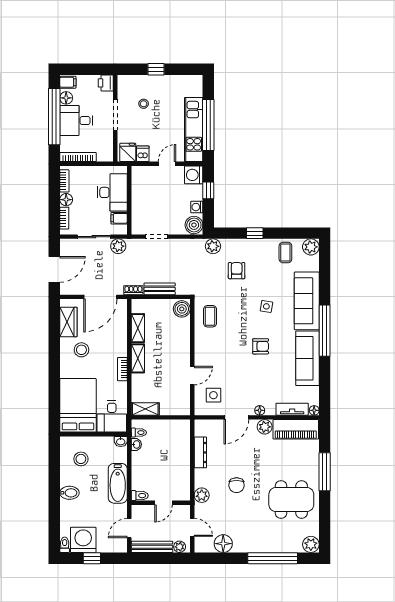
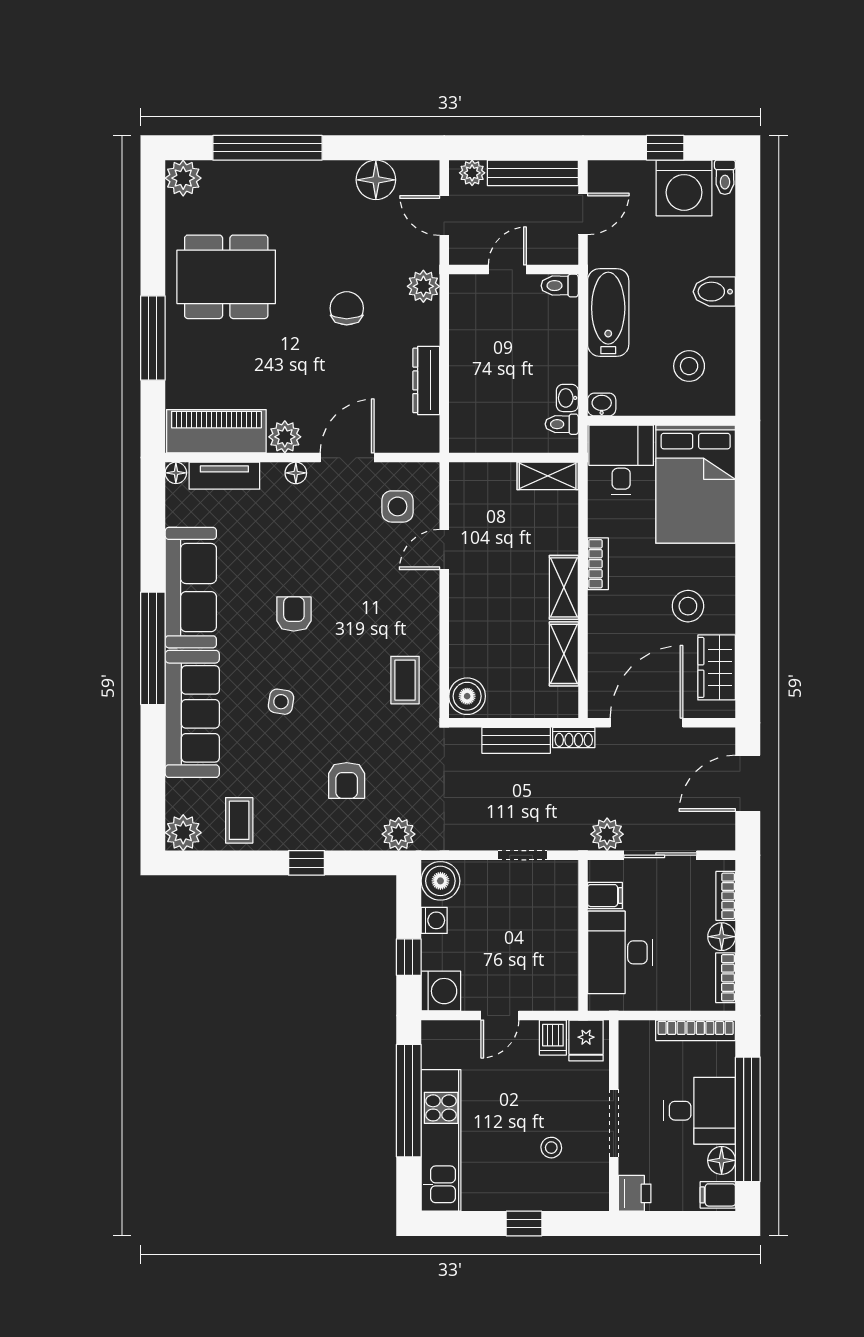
kitchen unit: (194, 130) -> (441, 1140), moved
armchair: (261, 346) -> (294, 614), turned 90

